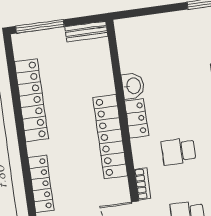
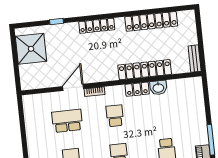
window: (40, 26) -> (199, 29), removed
locker: (110, 137) -> (145, 70), moved

